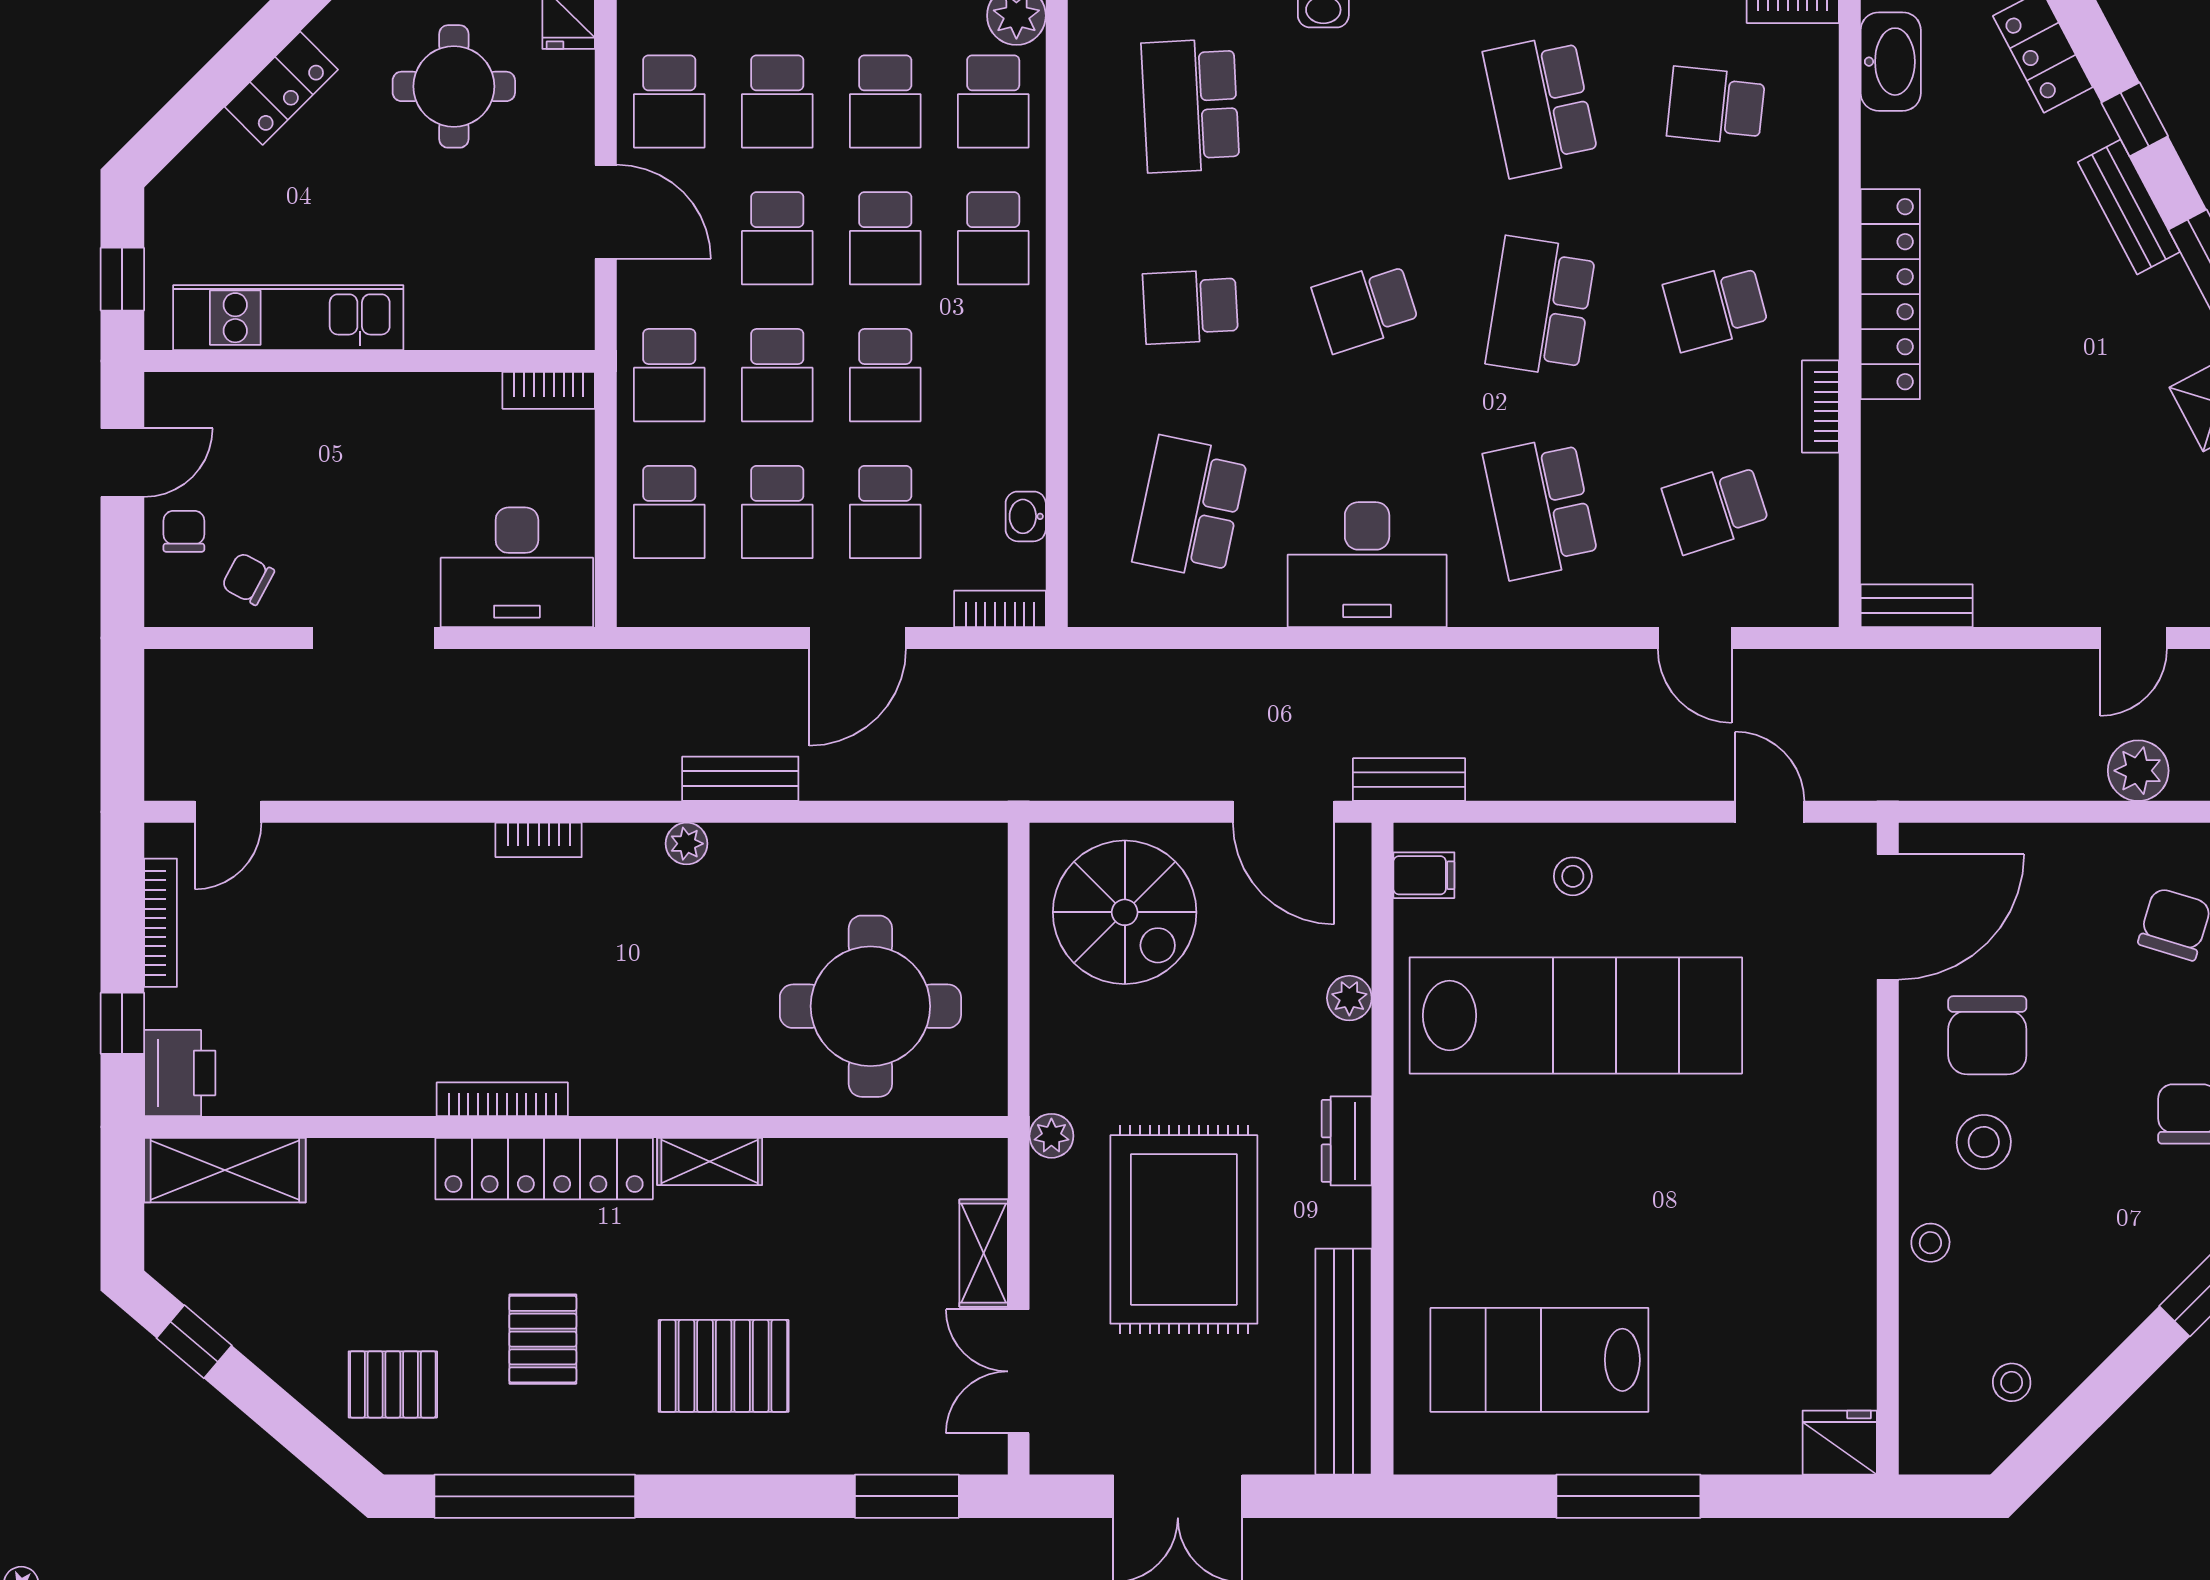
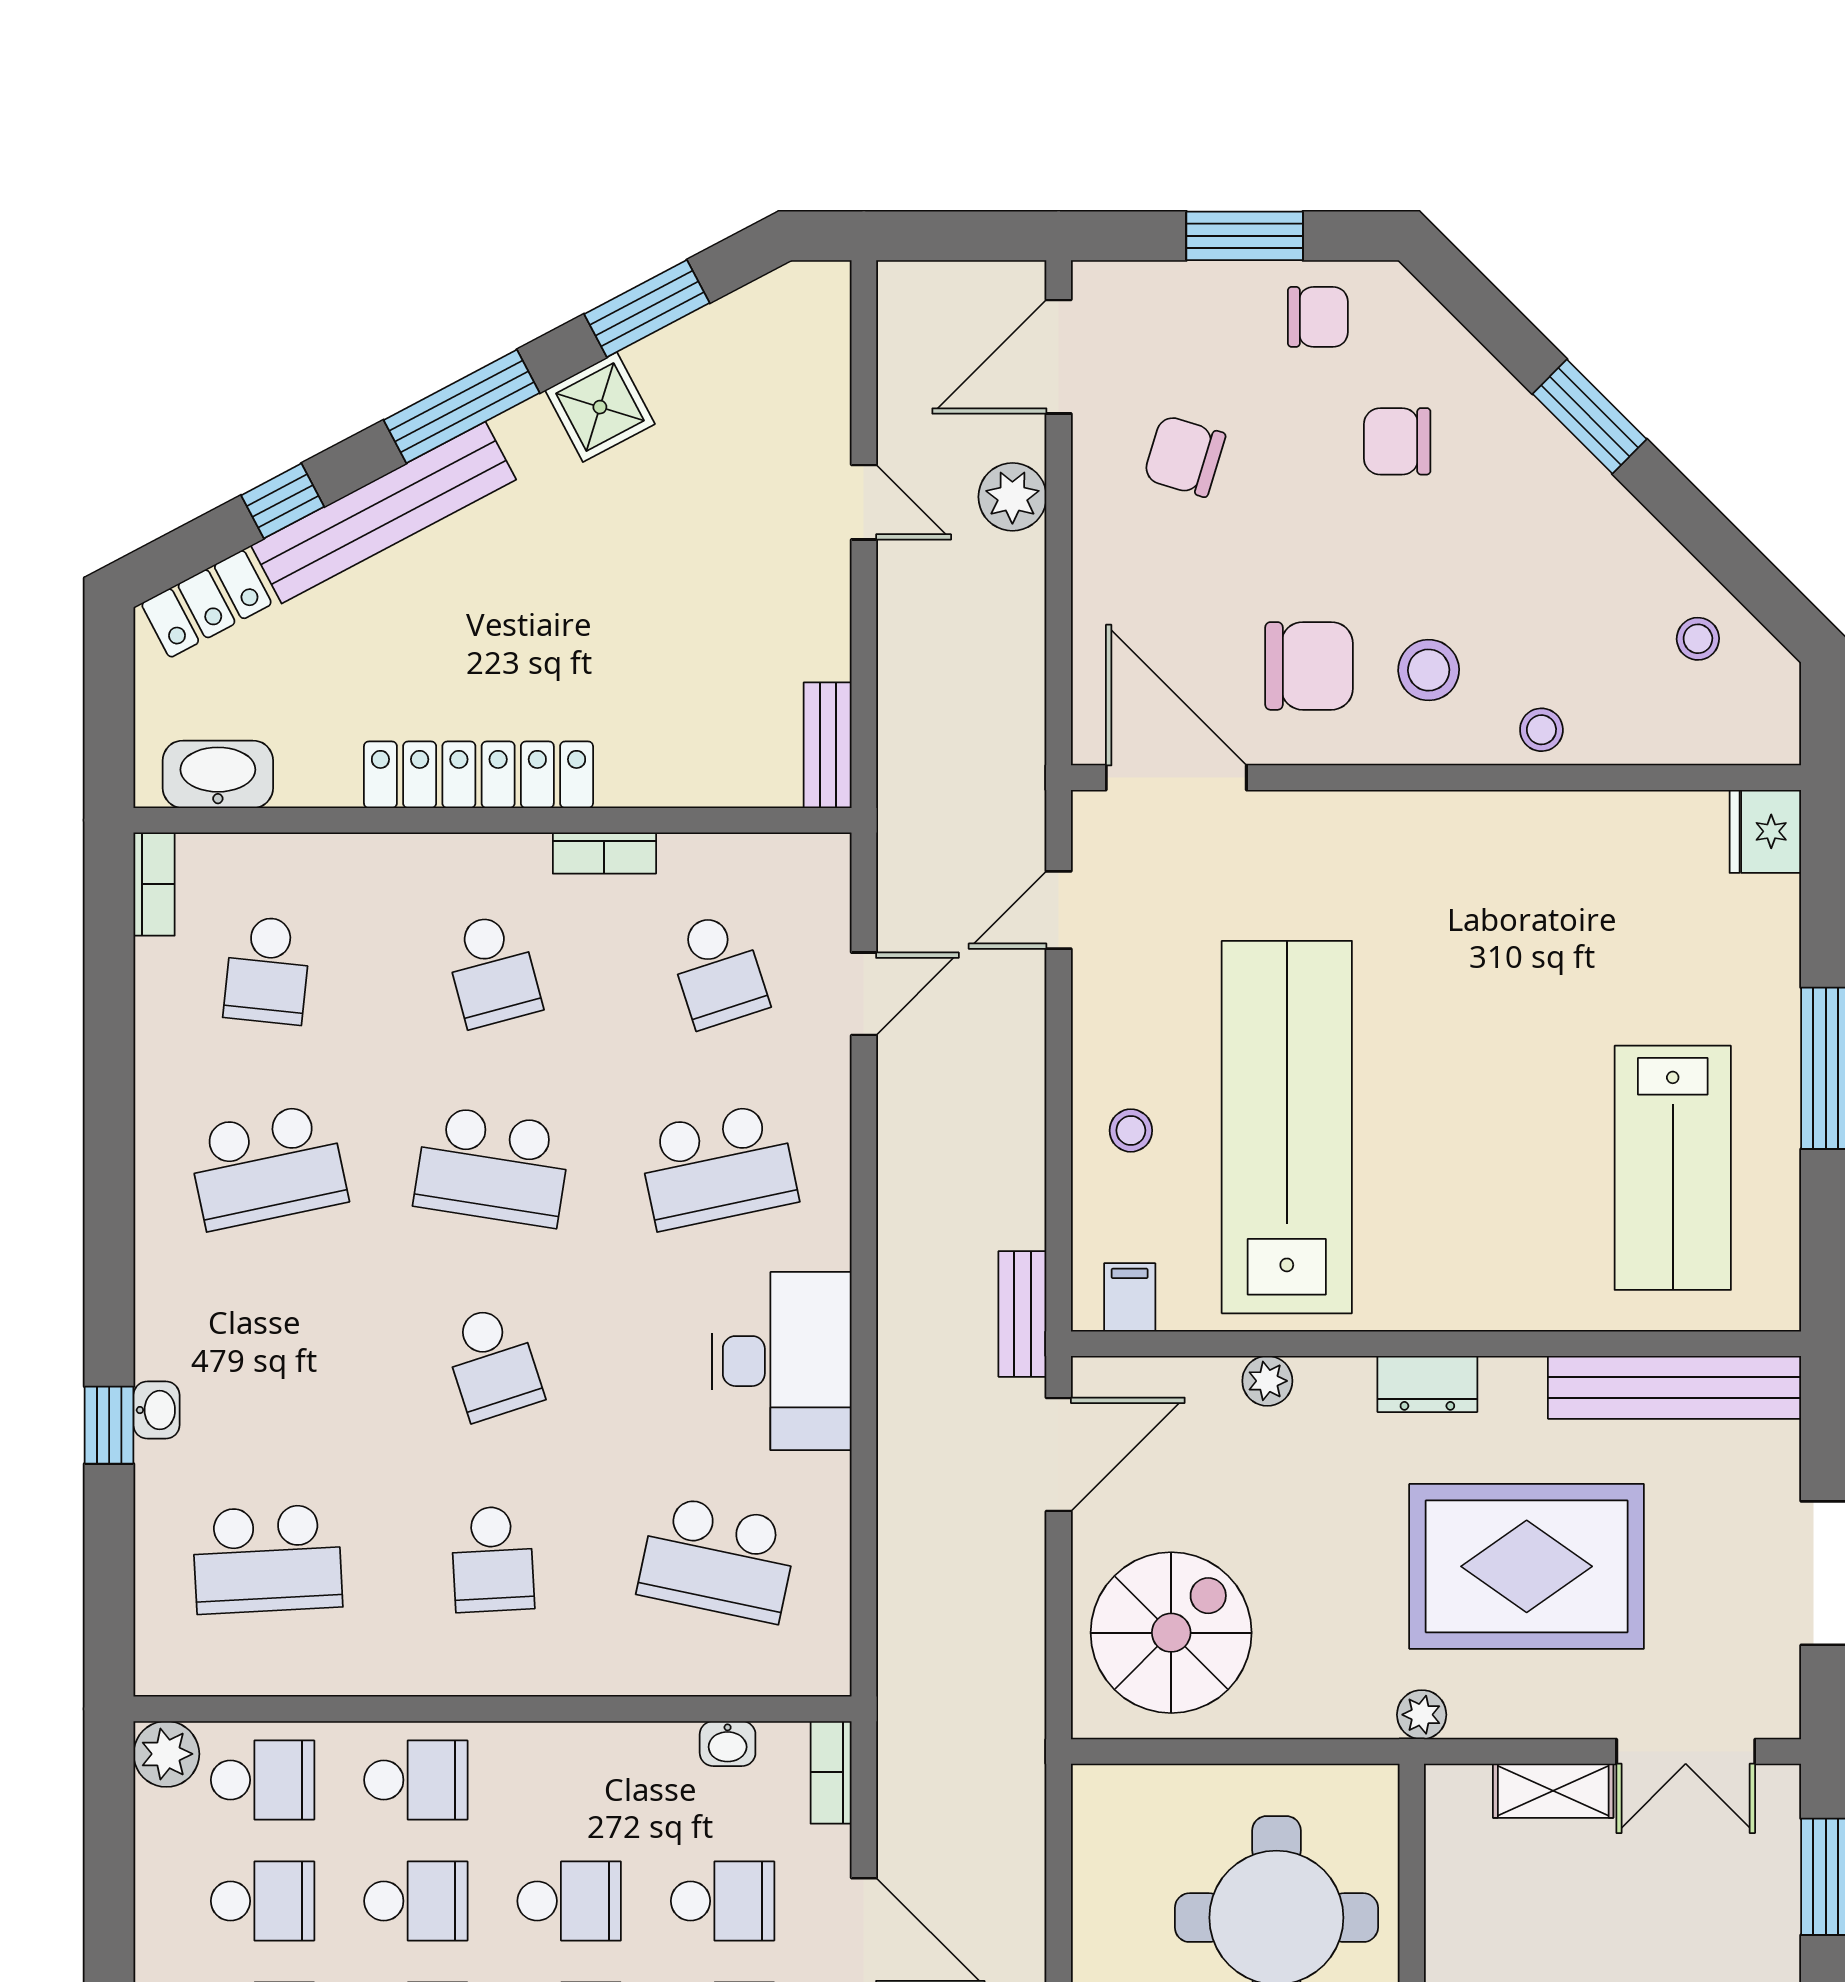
bench: (2129, 207) -> (384, 513), width x1.86, depth x1.21

